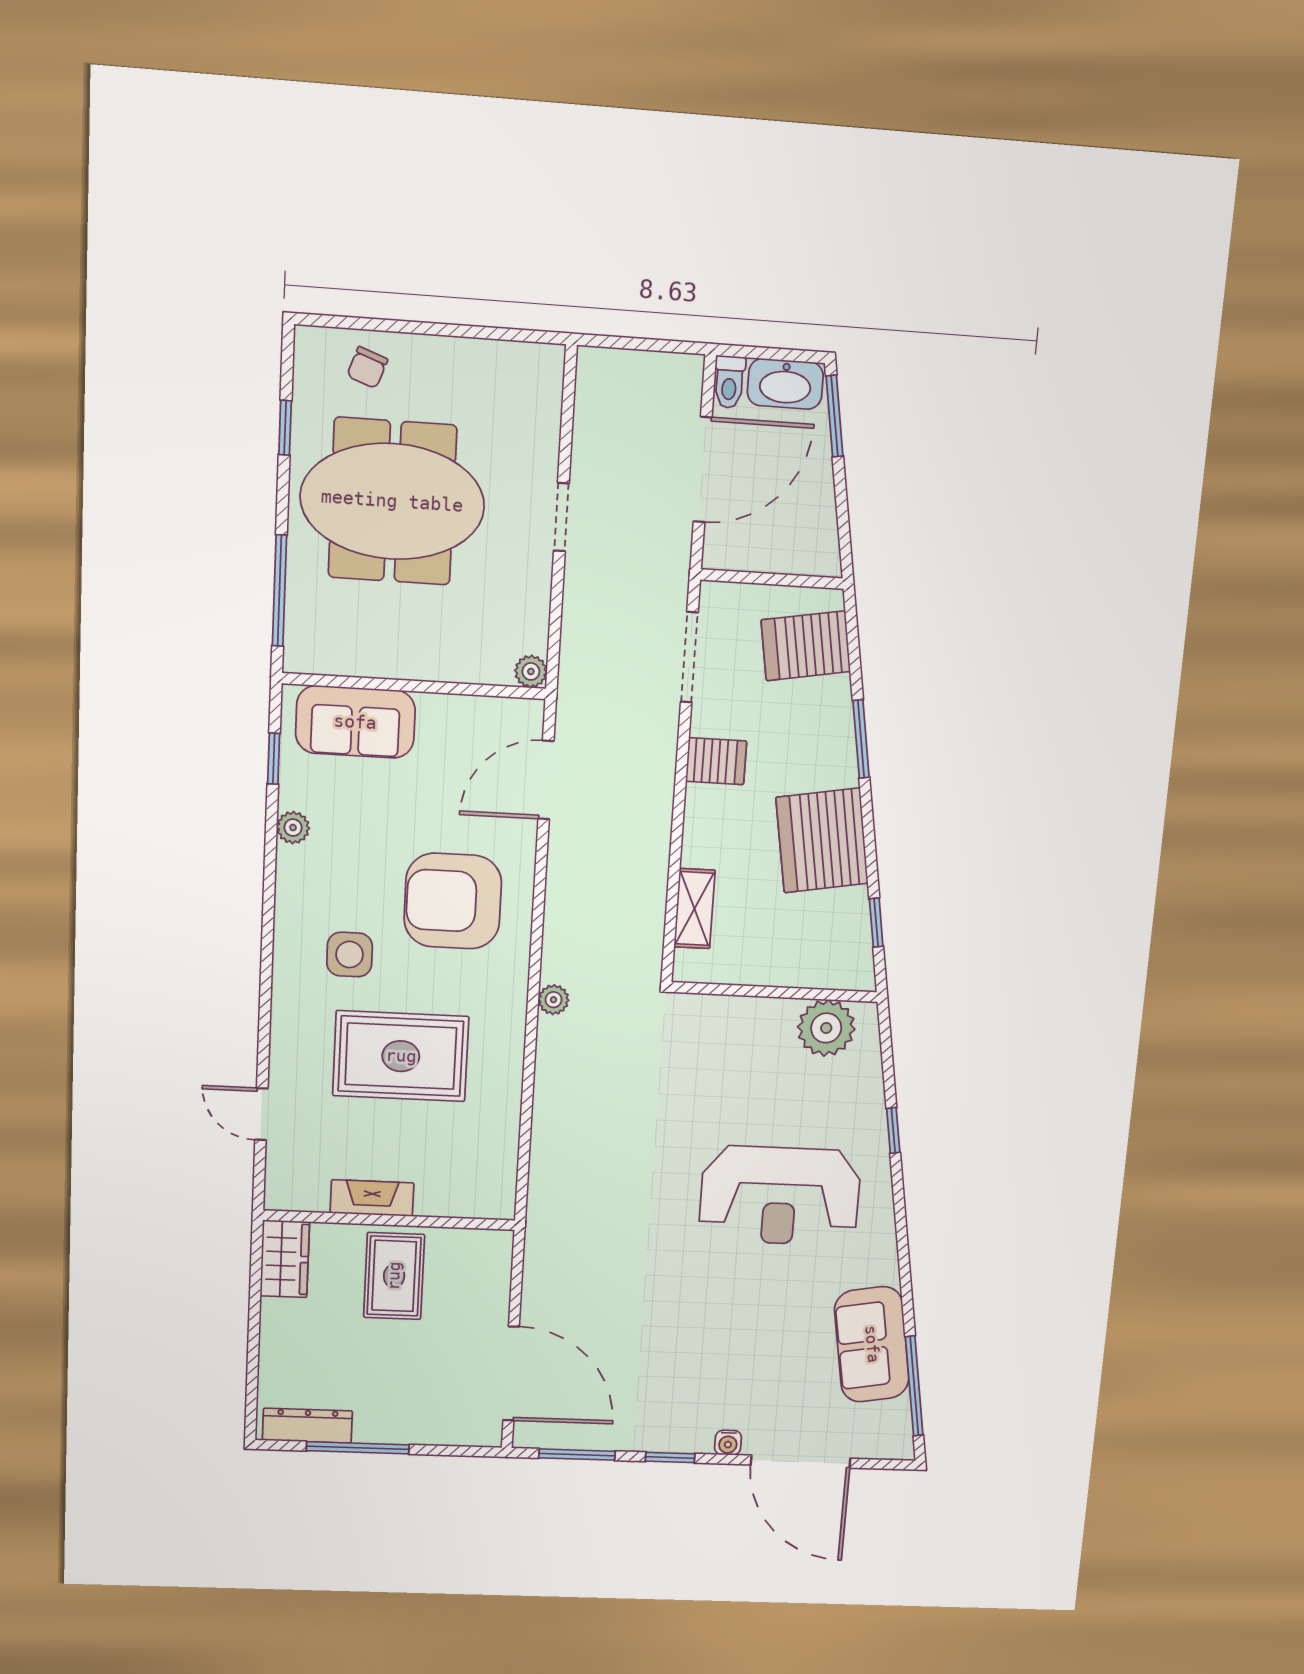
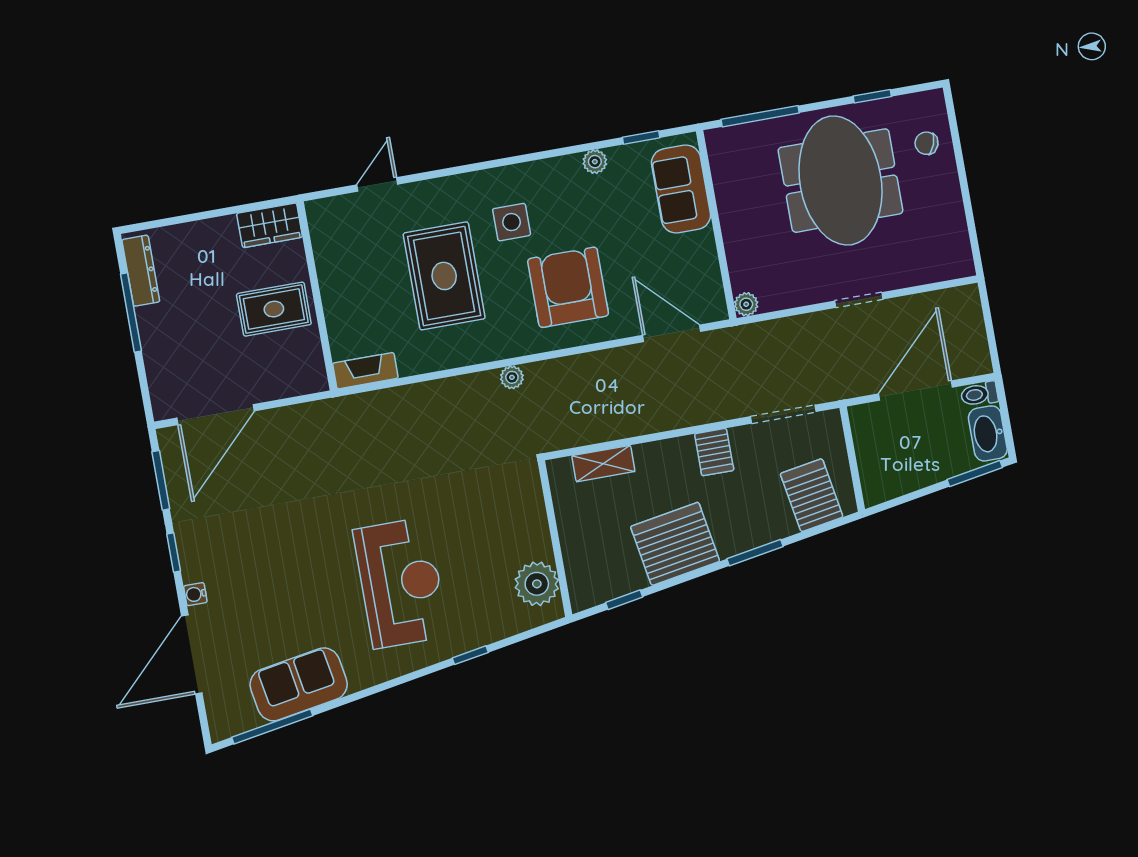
door: (703, 470) -> (915, 391), swing flipped
reception desk: (780, 1196) -> (401, 583), turned 180
fireplace: (372, 1198) -> (365, 371), moved, turned -90

